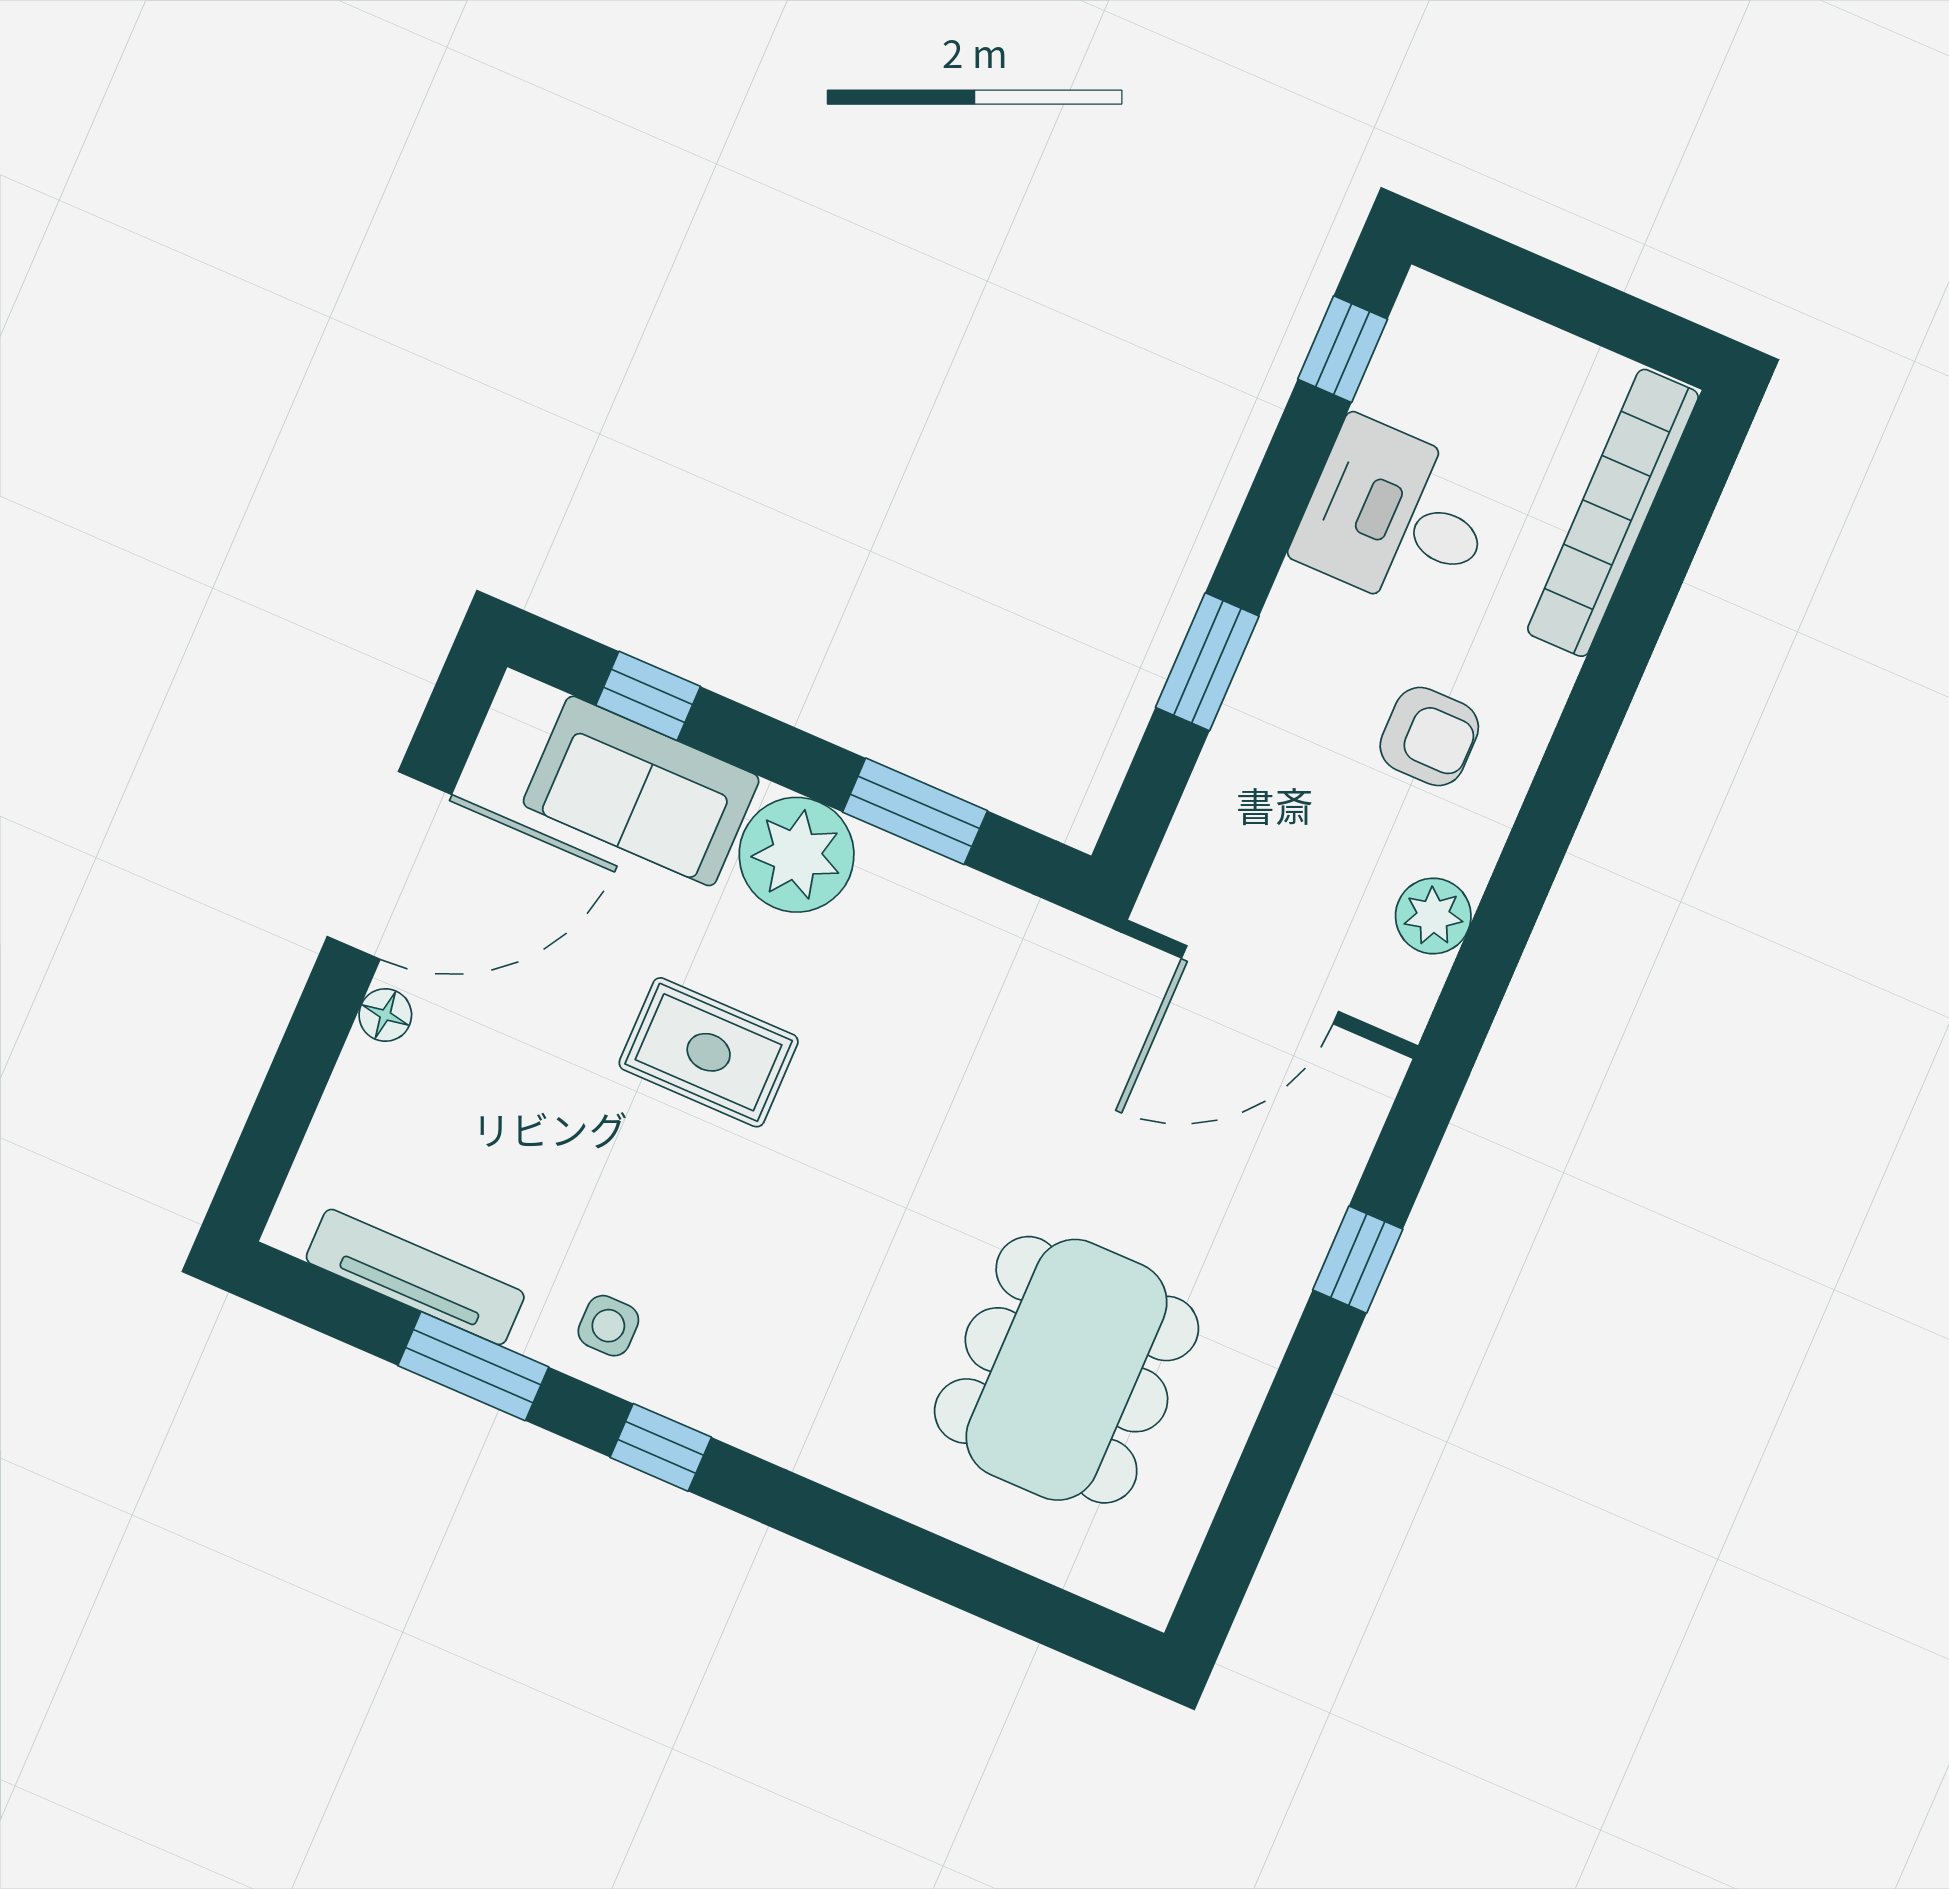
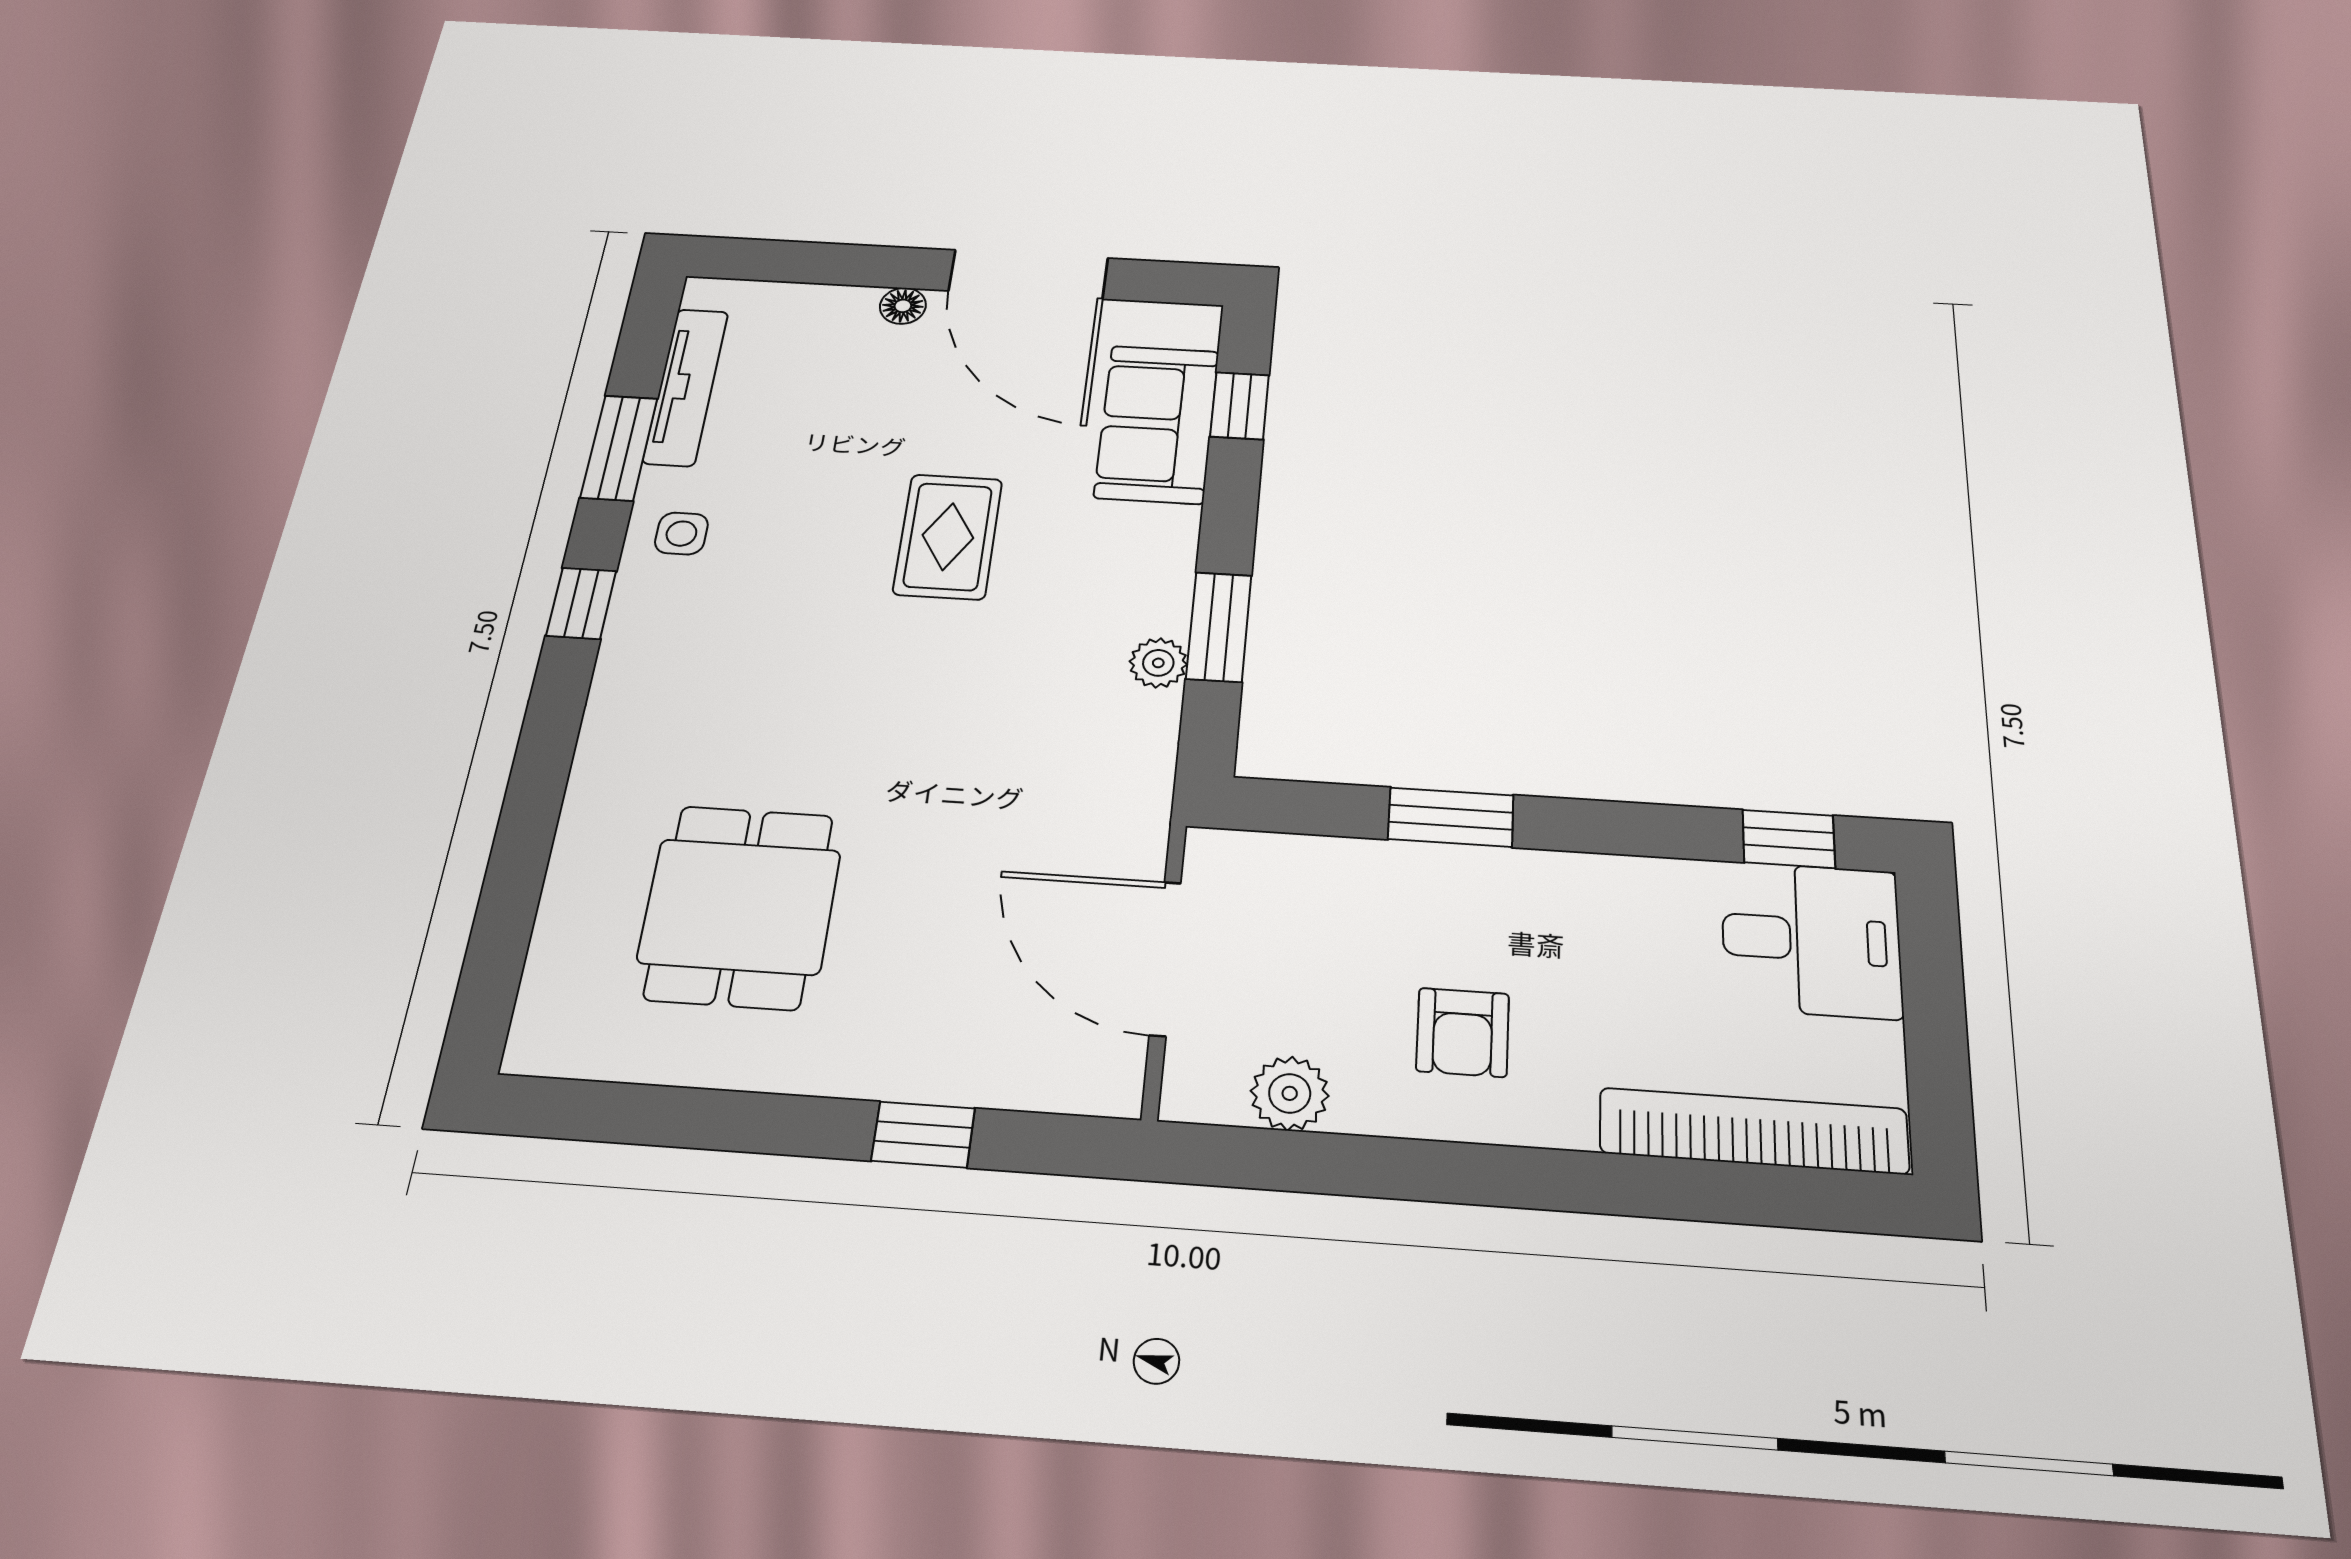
desk: (1396, 517) -> (1811, 939), moved, turned 90
plant: (797, 855) -> (1158, 663), moved, width x0.53, depth x0.53
dining table: (1066, 1370) -> (739, 907), width x0.73

